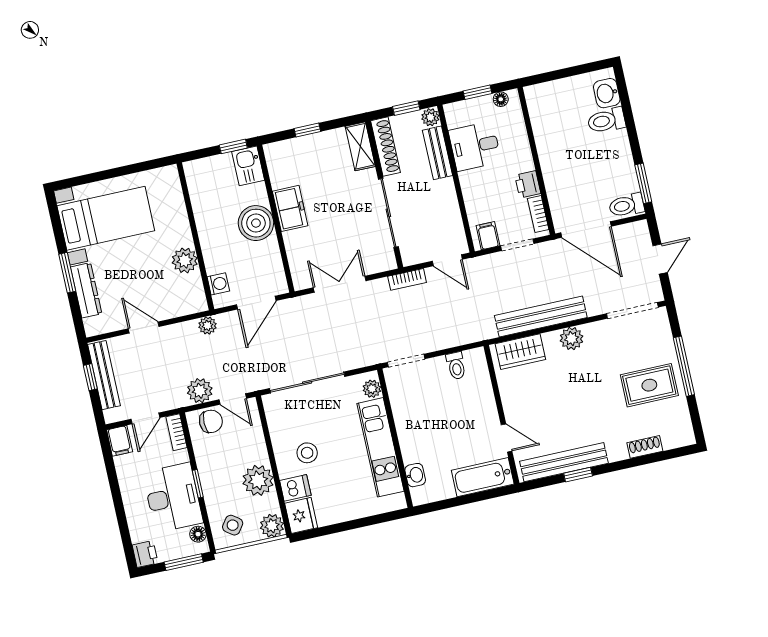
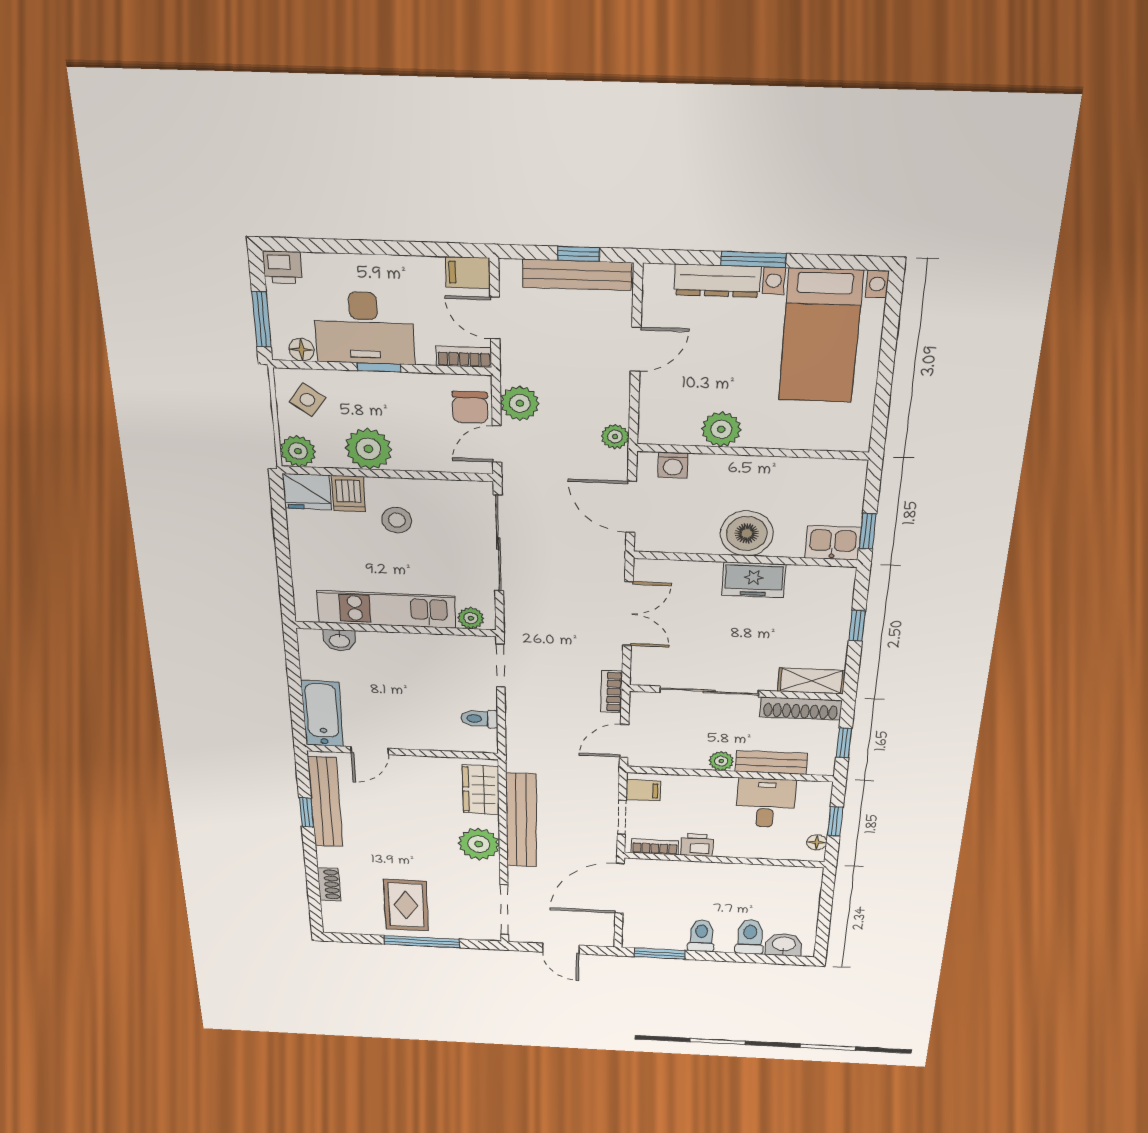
plant: (430, 117) -> (721, 761), moved
toilet: (626, 205) -> (701, 936), moved
plant: (572, 339) -> (479, 844), width x1.36, depth x1.36

